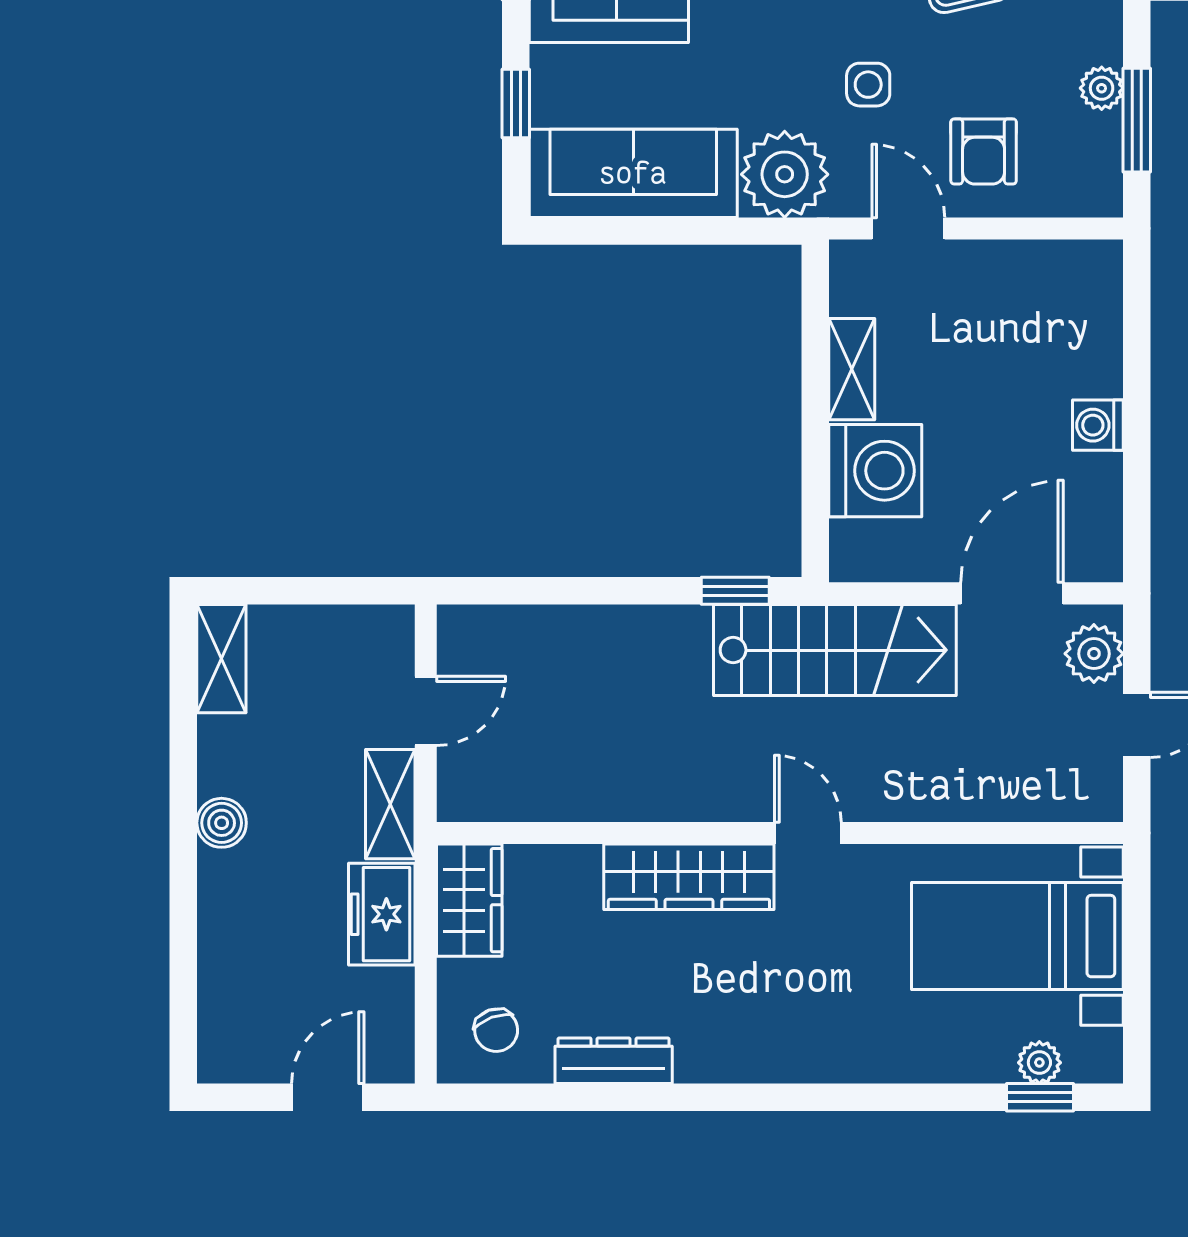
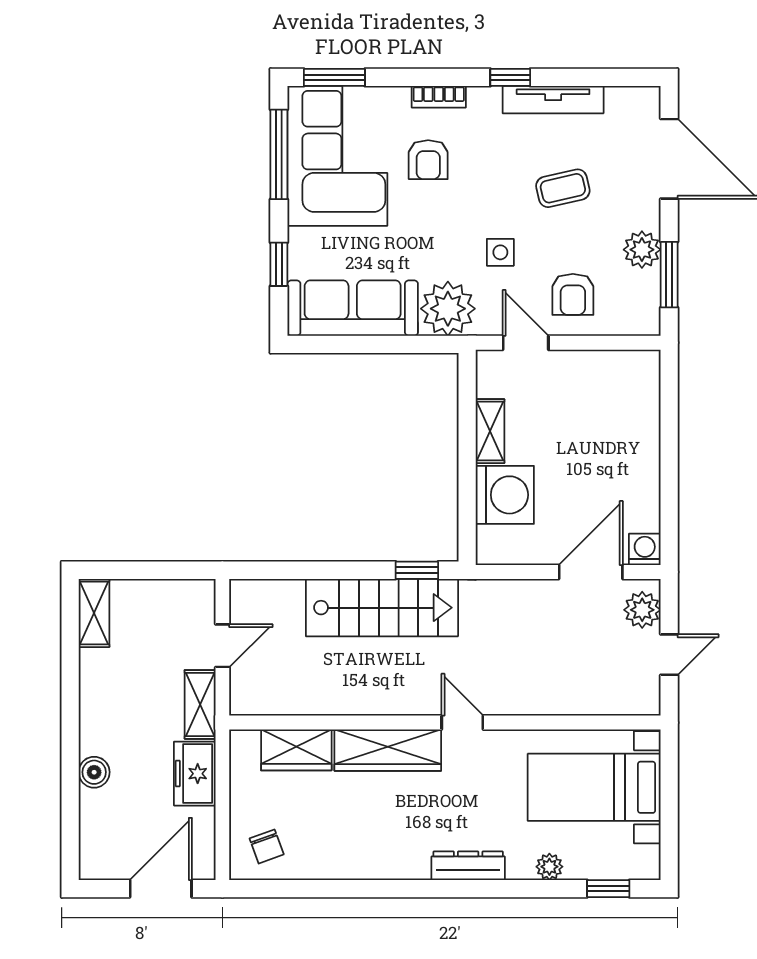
plant: (1102, 88) -> (642, 250), width x1.38, depth x1.38
washing machine: (1098, 425) -> (645, 549), moved, turned 90
stairs: (835, 650) -> (382, 608), moved
boiler: (222, 823) -> (94, 772), moved
wardrobe: (469, 900) -> (296, 750), moved, turned 90
dresser: (614, 1061) -> (468, 866), moved
plant: (1039, 1063) -> (549, 867), moved
door: (328, 1097) -> (161, 889), width x1.38

